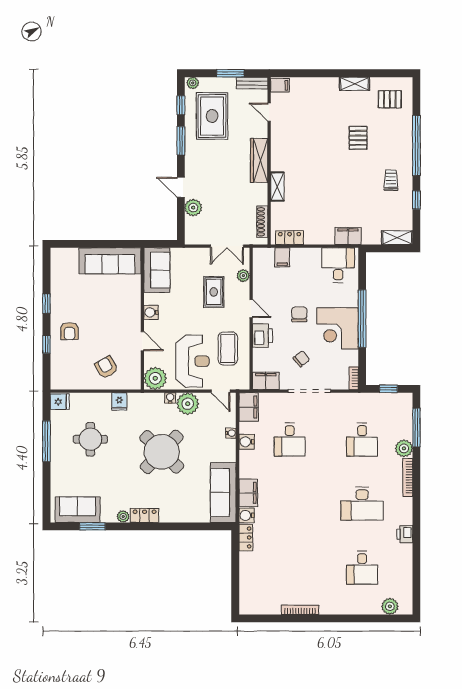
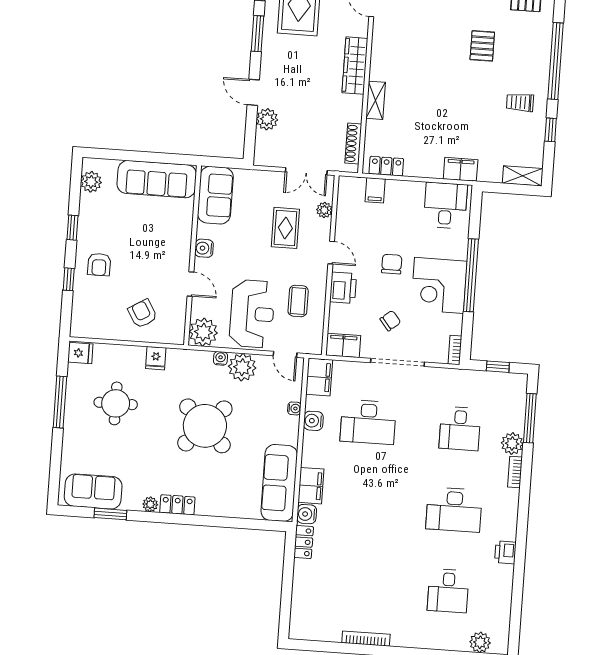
trolley: (391, 180) -> (520, 102), turned -90
plant: (59, 267) -> (91, 182), added
coffee table: (228, 349) -> (298, 301), width x0.73, depth x0.77
desk: (290, 440) -> (368, 422), width x1.37
bookcase: (408, 477) -> (515, 472), width x0.64

